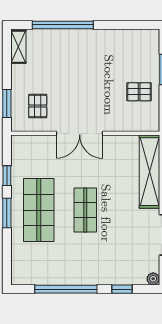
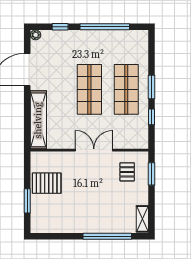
pallet: (139, 92) -> (47, 183), width x1.50, depth x1.42
shop shelf: (85, 210) -> (89, 89), width x1.43, depth x1.36

